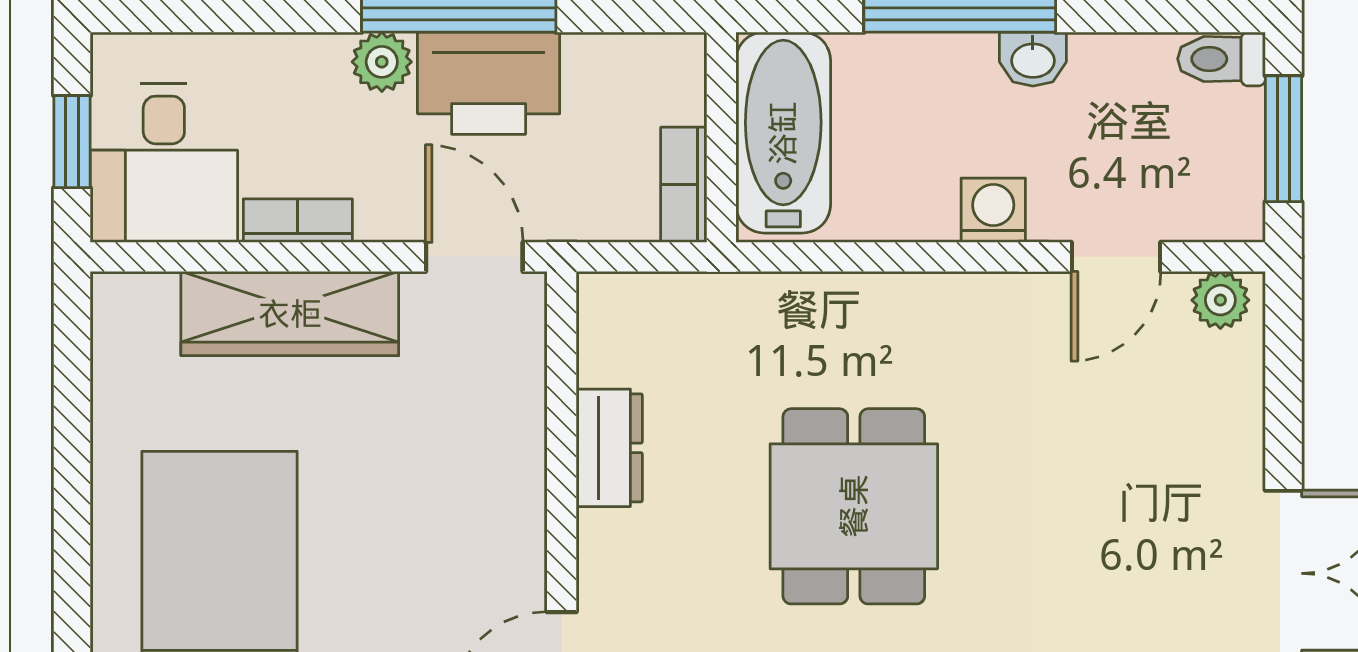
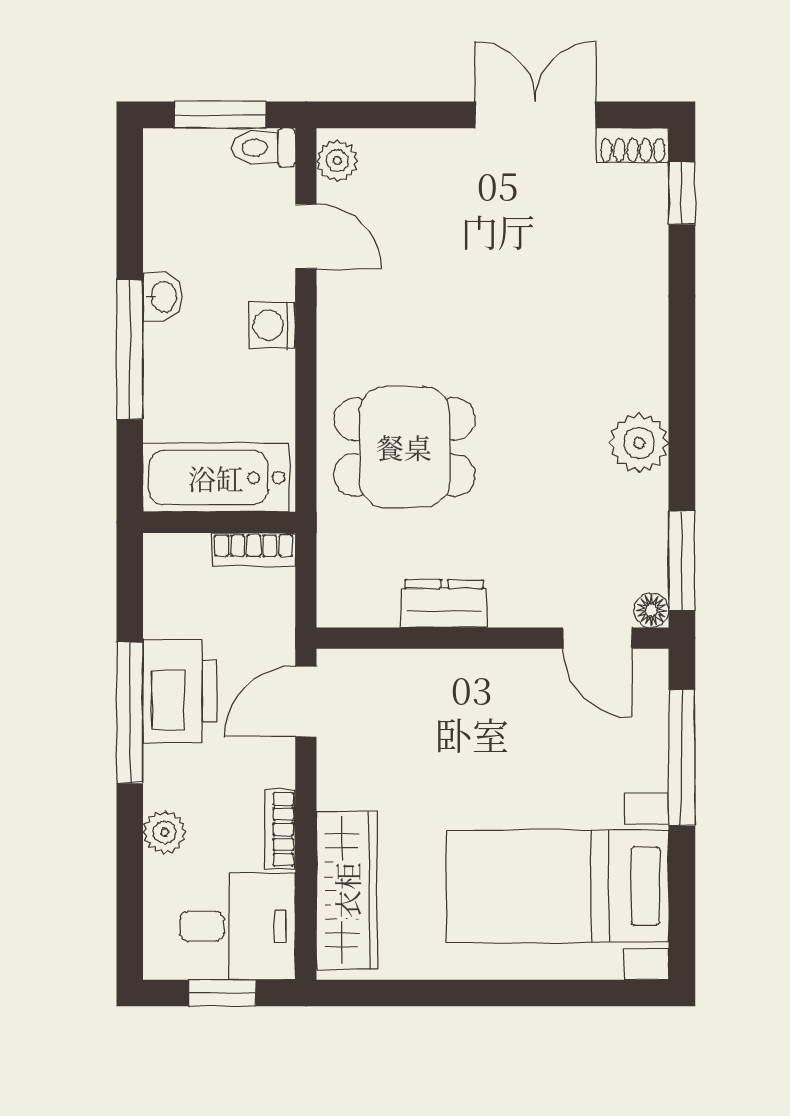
toilet: (1222, 59) -> (264, 148), moved, turned 90
plant: (382, 62) -> (165, 832), moved
wardrobe: (290, 314) -> (347, 890), moved
dining table: (854, 506) -> (404, 447), moved

